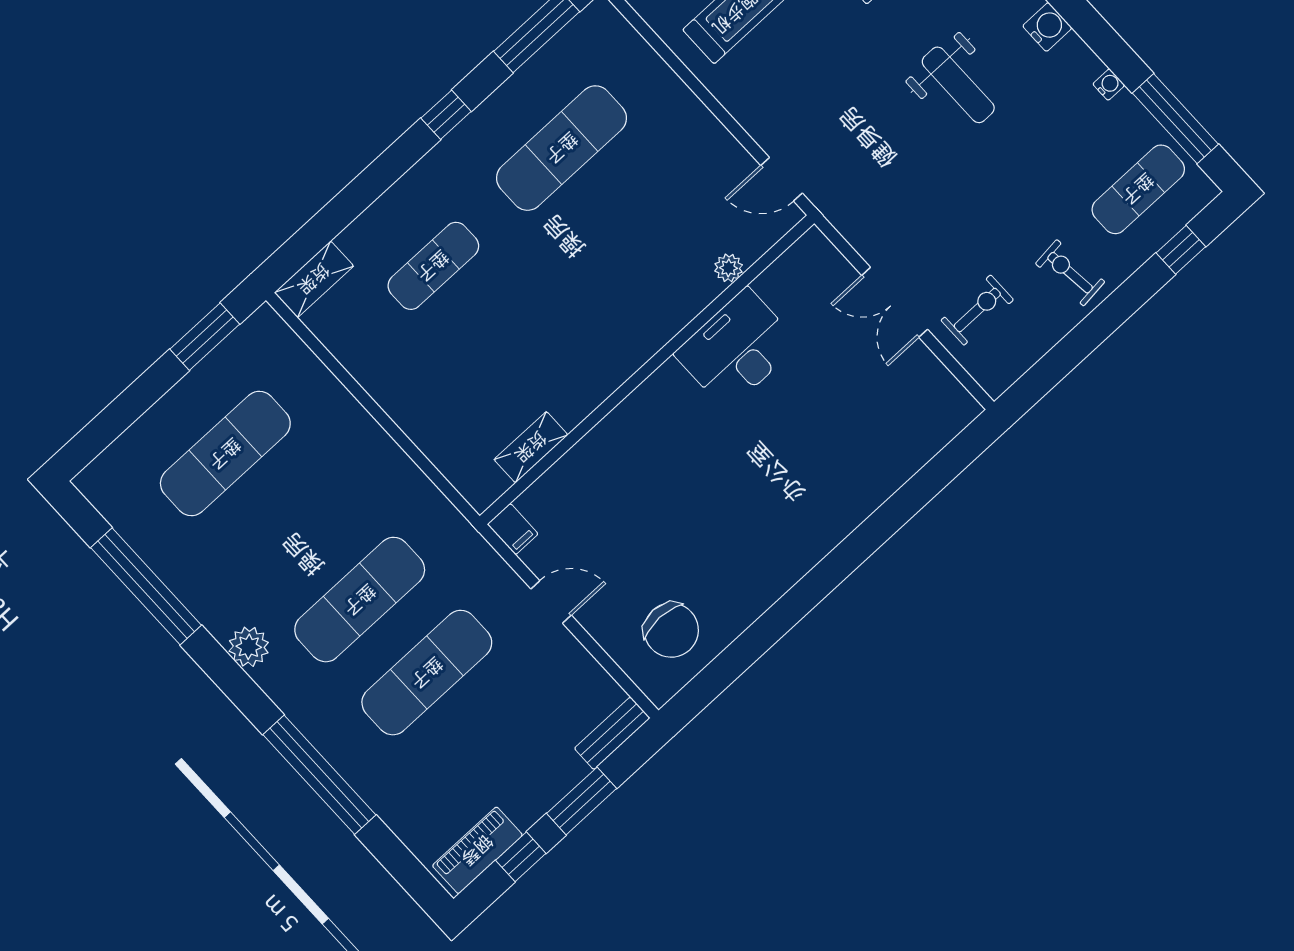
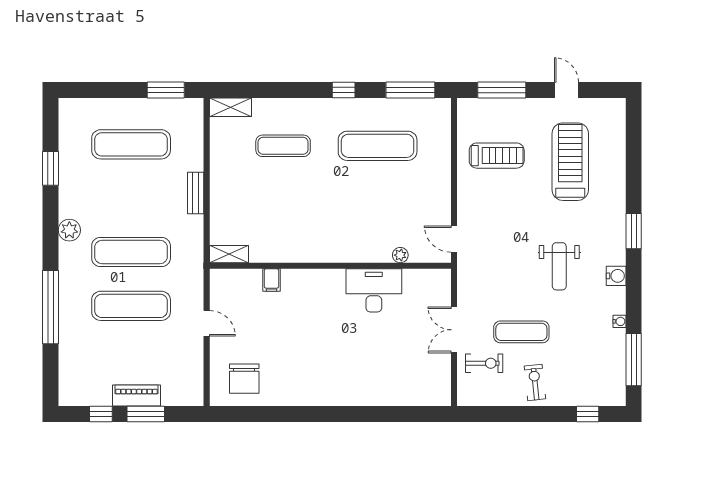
exercise mat: (1138, 189) -> (521, 332), moved
shelving: (531, 447) -> (229, 254), moved
filing cabinet: (513, 529) -> (271, 280), moved
window: (146, 586) -> (51, 168), width x0.47
bench: (612, 733) -> (196, 193), moved, turned 90
piano: (477, 850) -> (137, 395), moved

